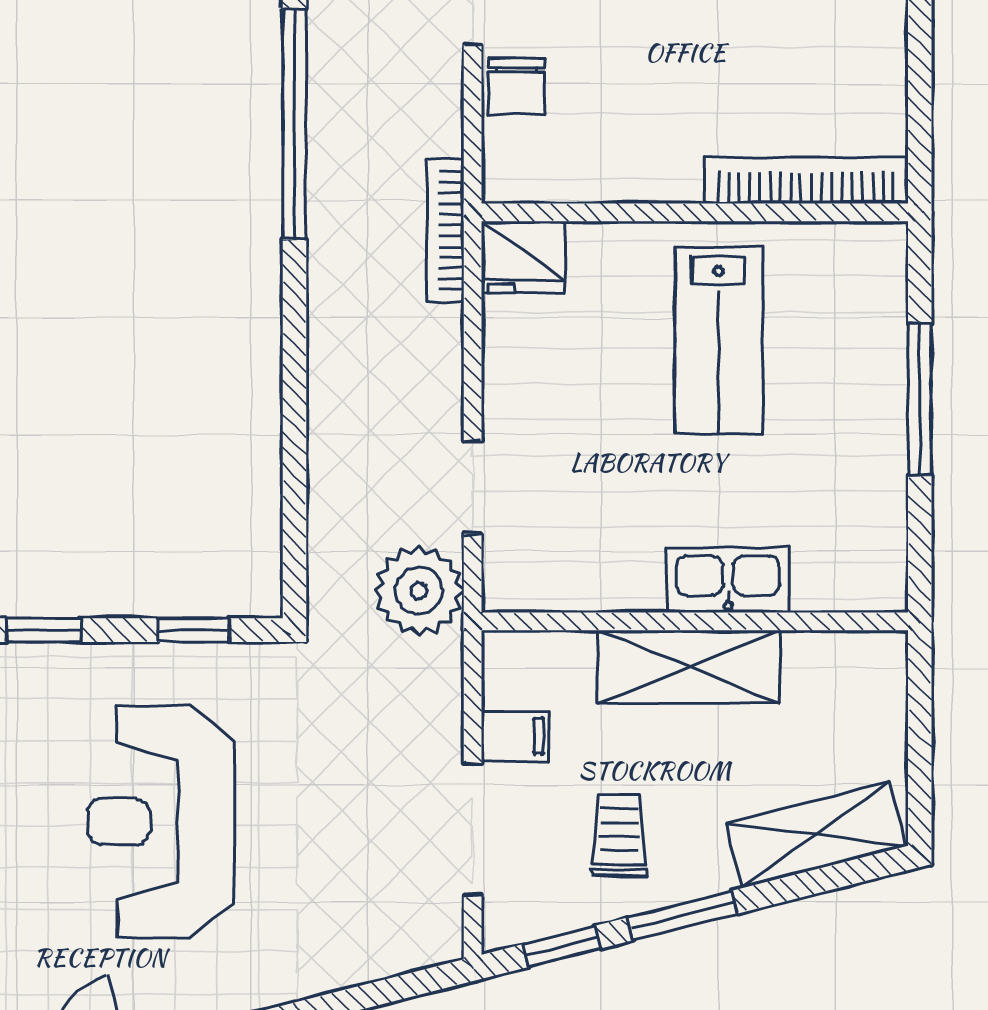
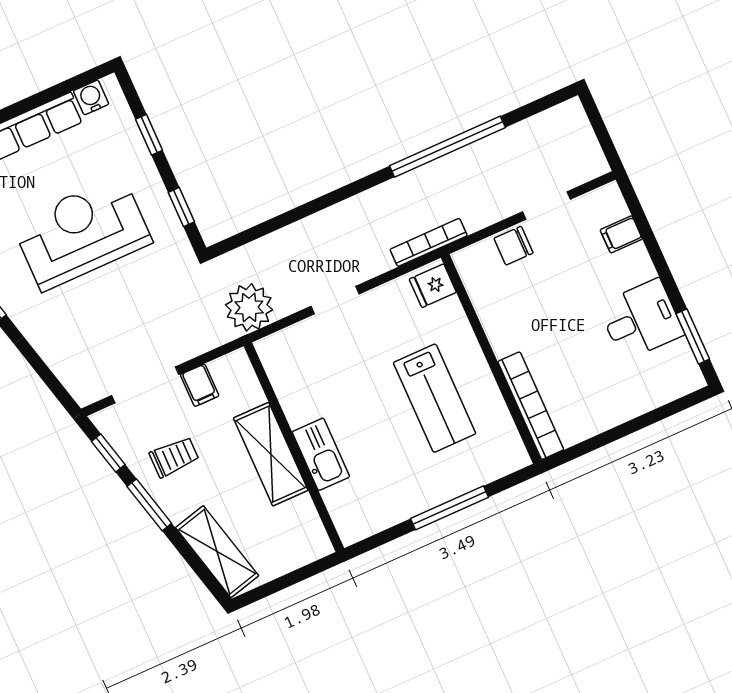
fridge: (523, 257) -> (433, 286), width x0.72
lab bench: (719, 340) -> (435, 398), turned -90
doorway: (473, 487) -> (335, 300), moved

